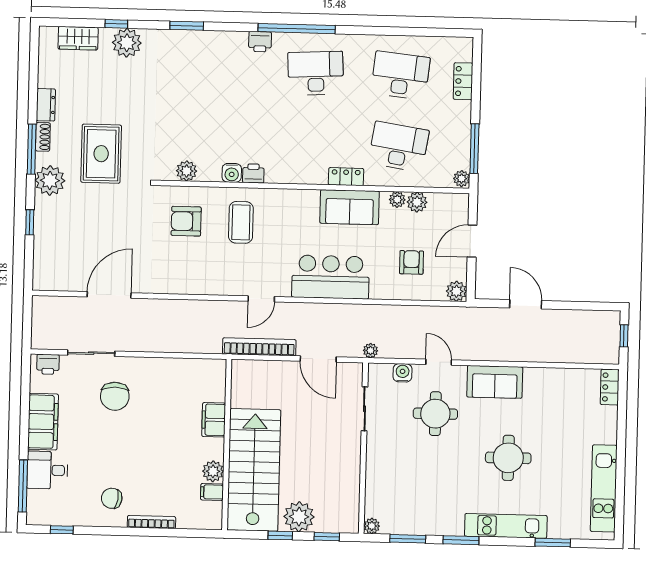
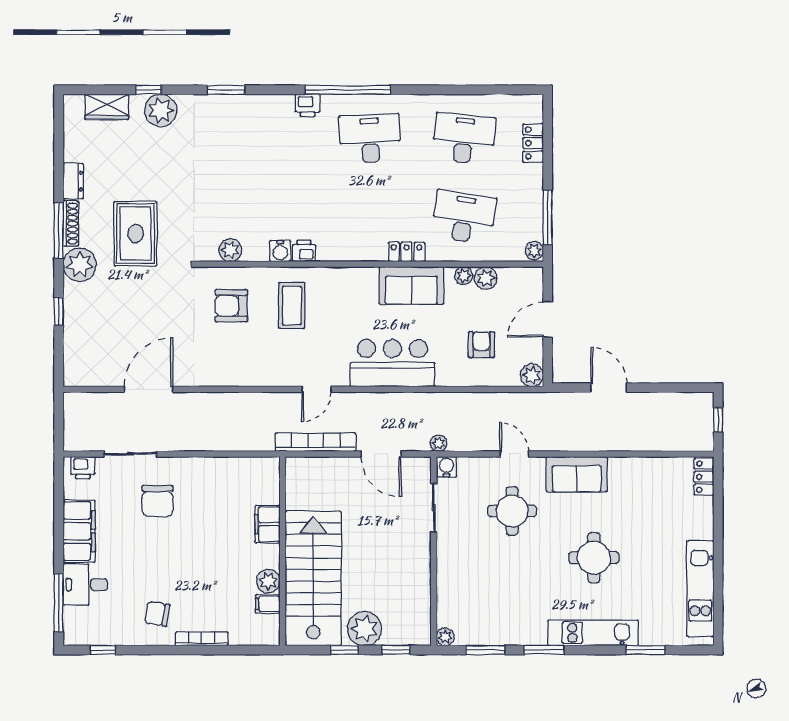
shoe rack: (43, 137) -> (71, 224), width x1.43
water cooler: (403, 373) -> (446, 467), moved

